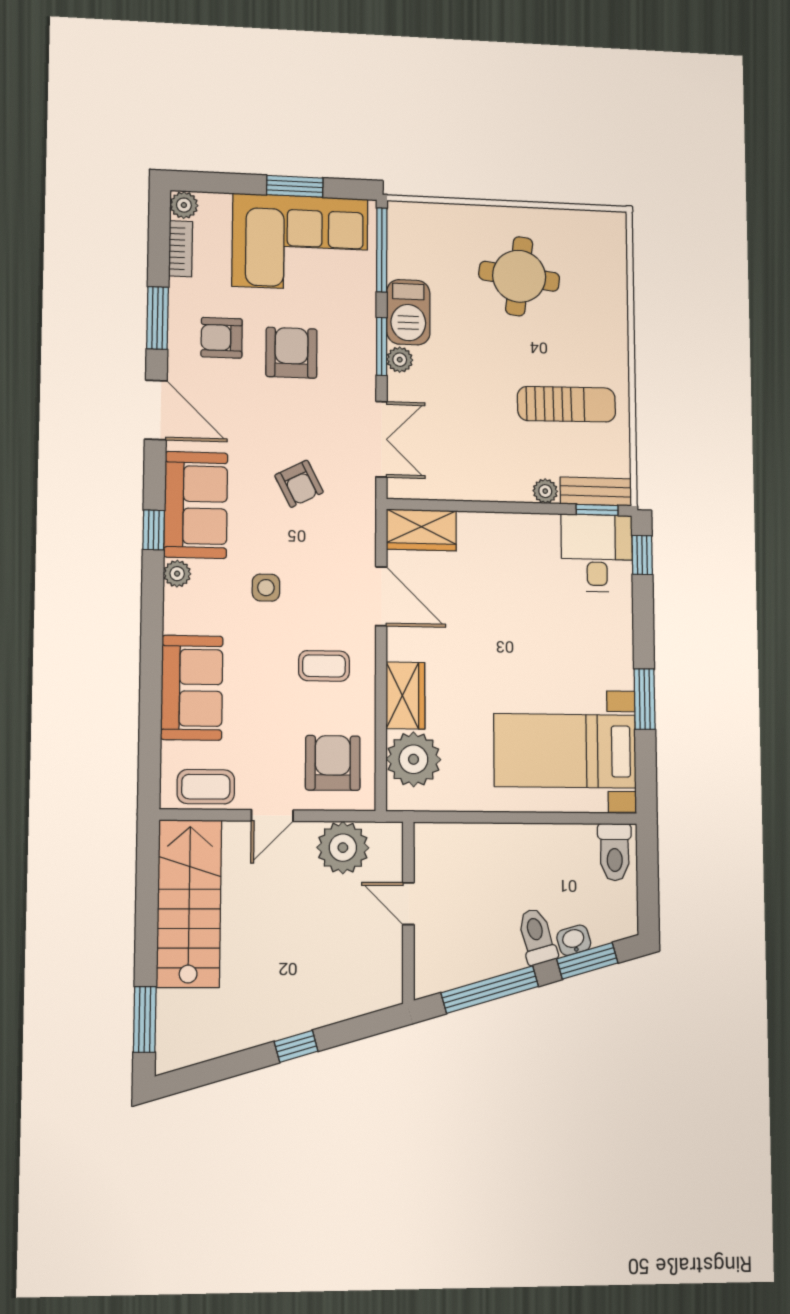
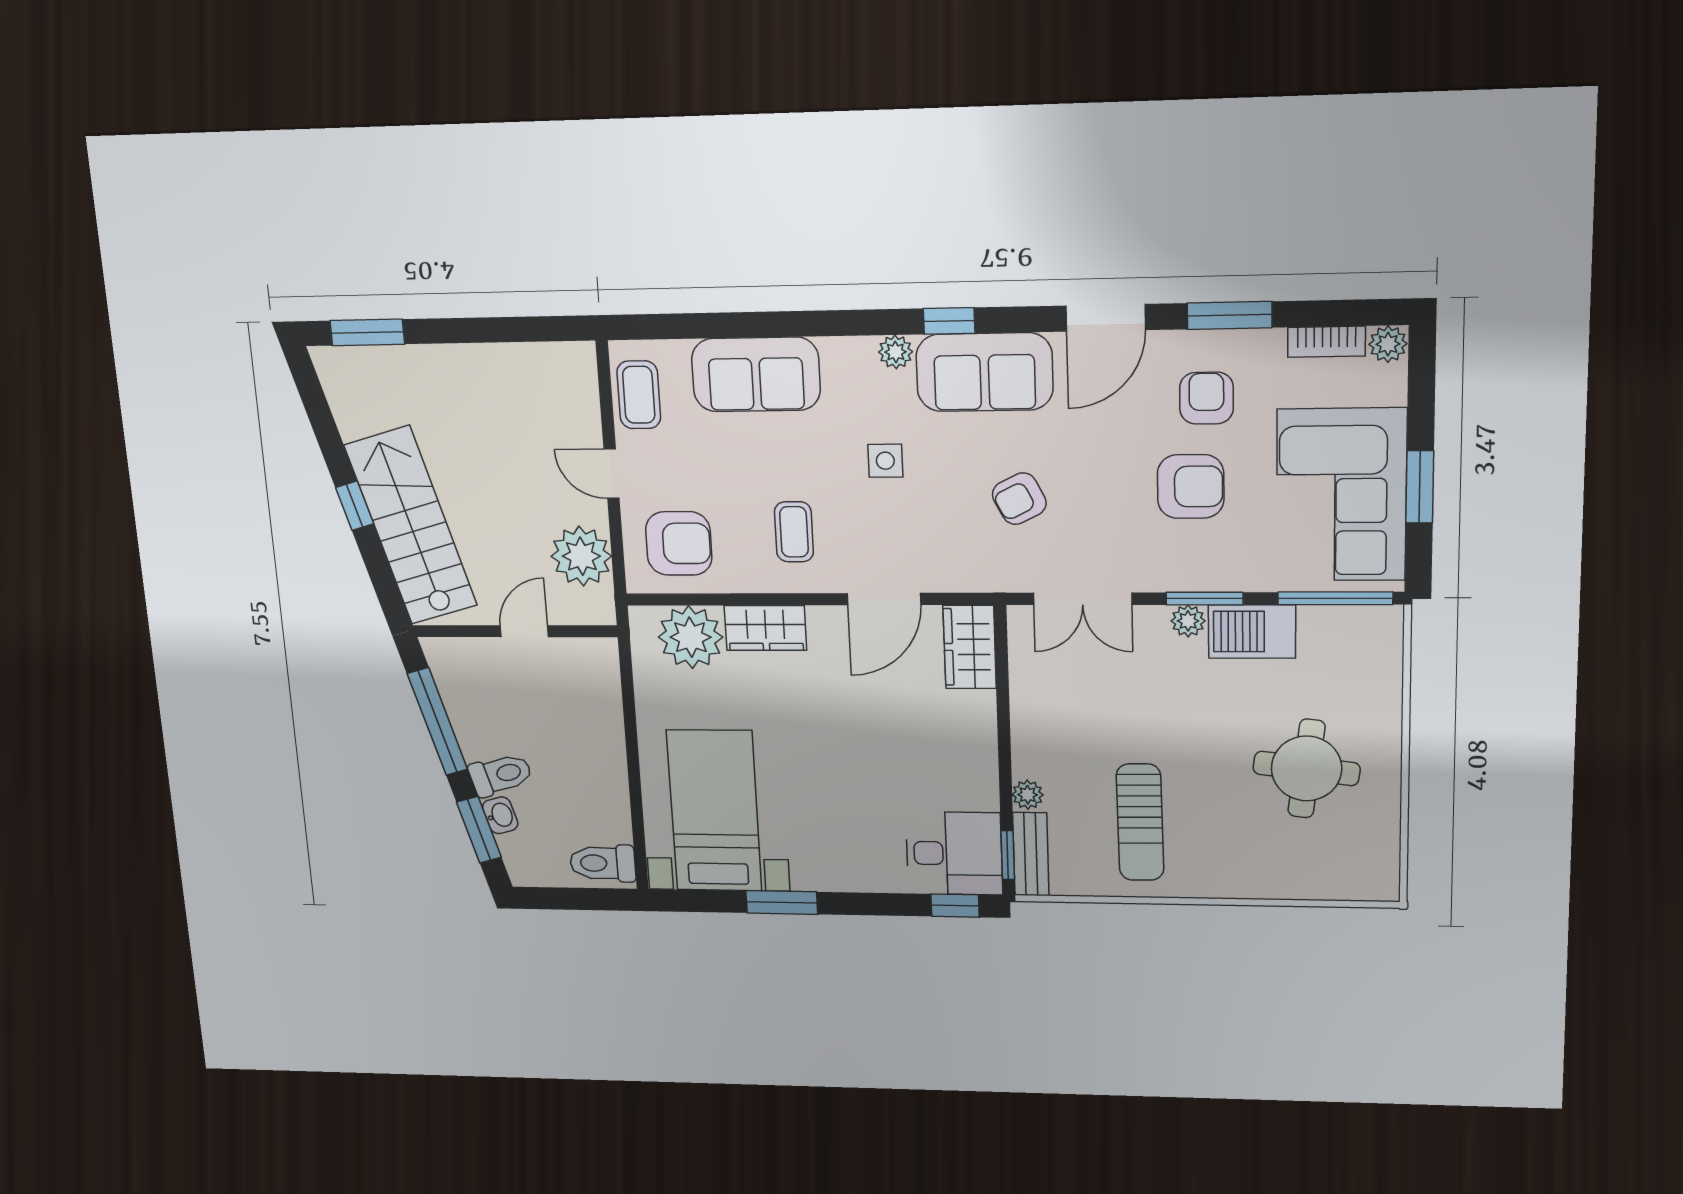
stairs: (189, 903) -> (411, 525), moved, turned -106

